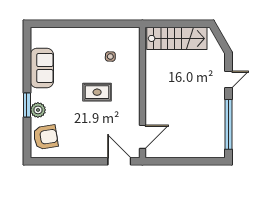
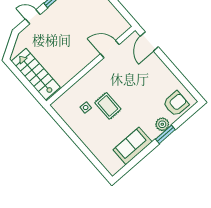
rug: (97, 92) -> (108, 106), moved
armchair: (46, 137) -> (176, 104), turned 100
door: (142, 137) -> (110, 49), moved

